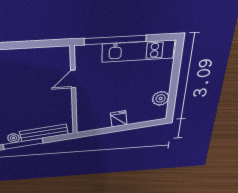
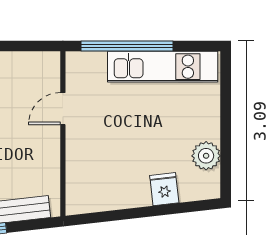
fridge: (119, 119) -> (164, 189), moved

